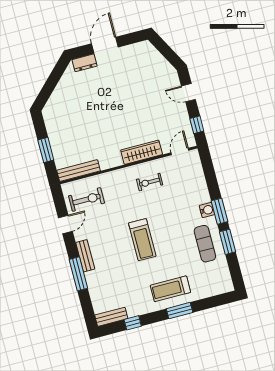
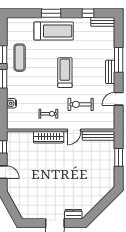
door: (180, 151) -> (74, 130), moved
exercise bike: (87, 199) -> (81, 104), moved
water cooler: (207, 210) -> (11, 103), moved
treadmill: (170, 289) -> (54, 31), width x1.37, depth x1.38

